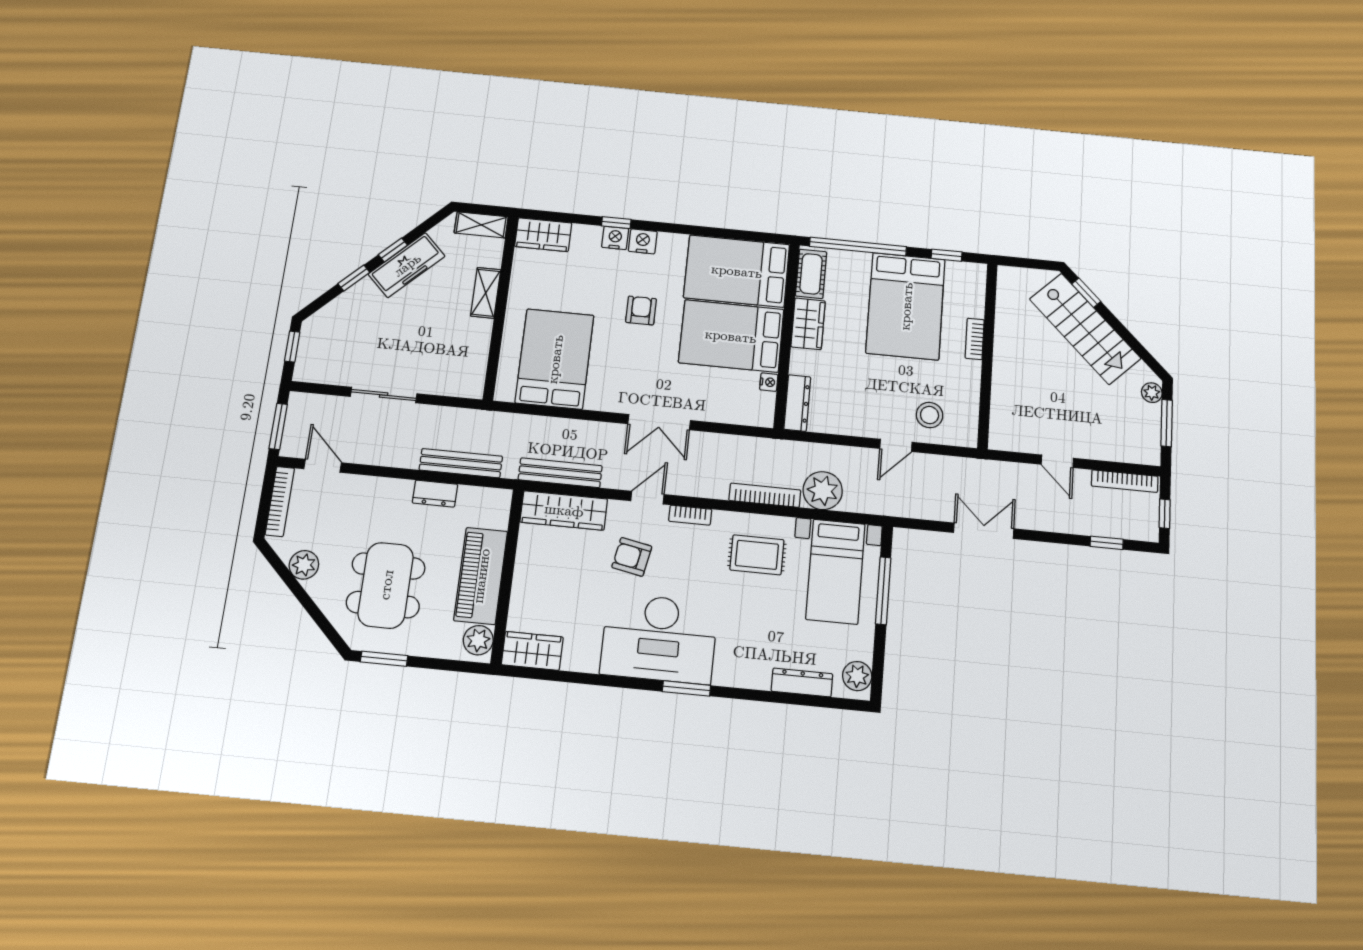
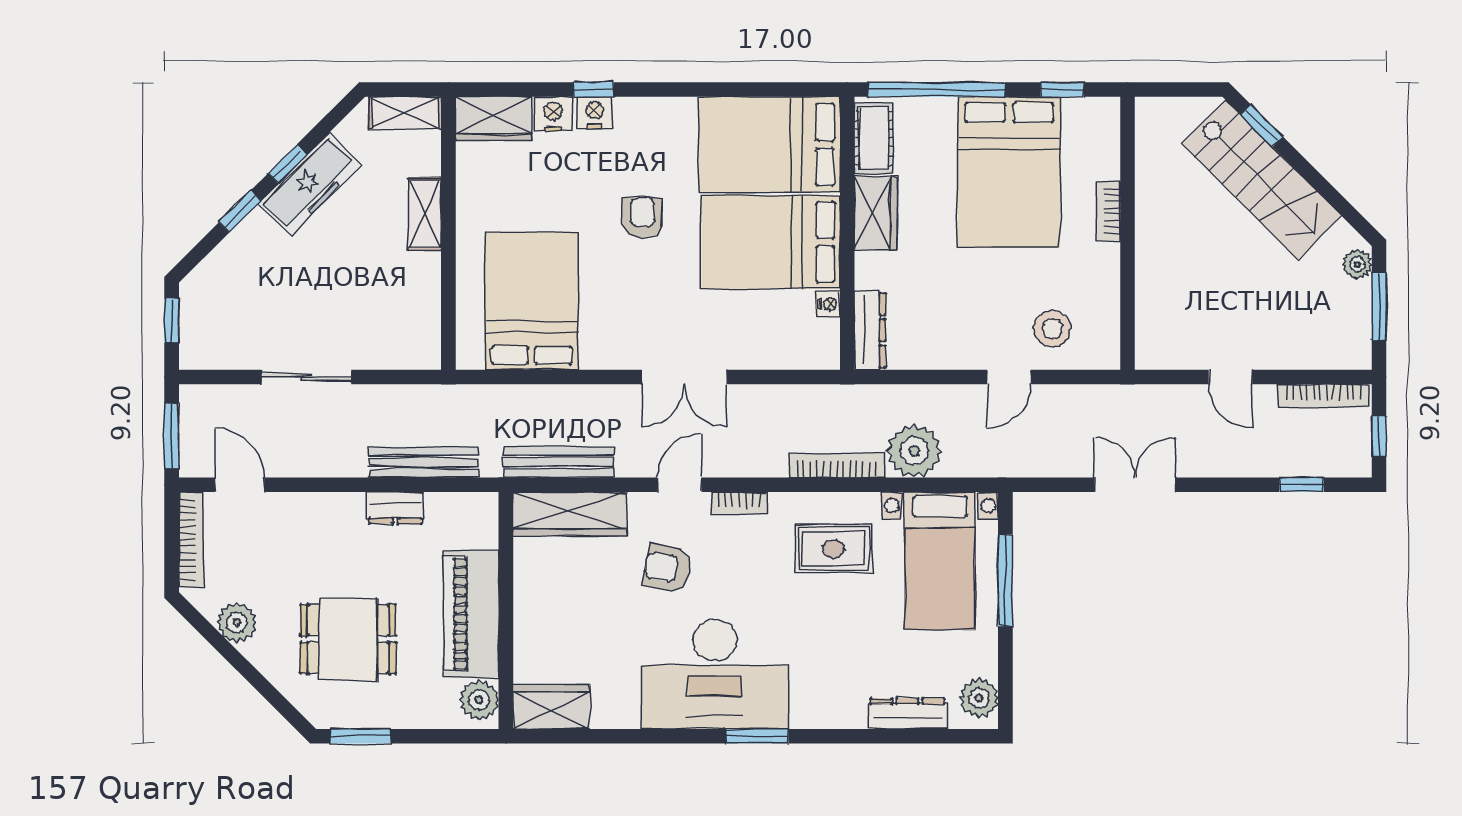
nightstand: (643, 241) -> (553, 114), moved
dining table: (386, 585) -> (348, 639), width x0.73

